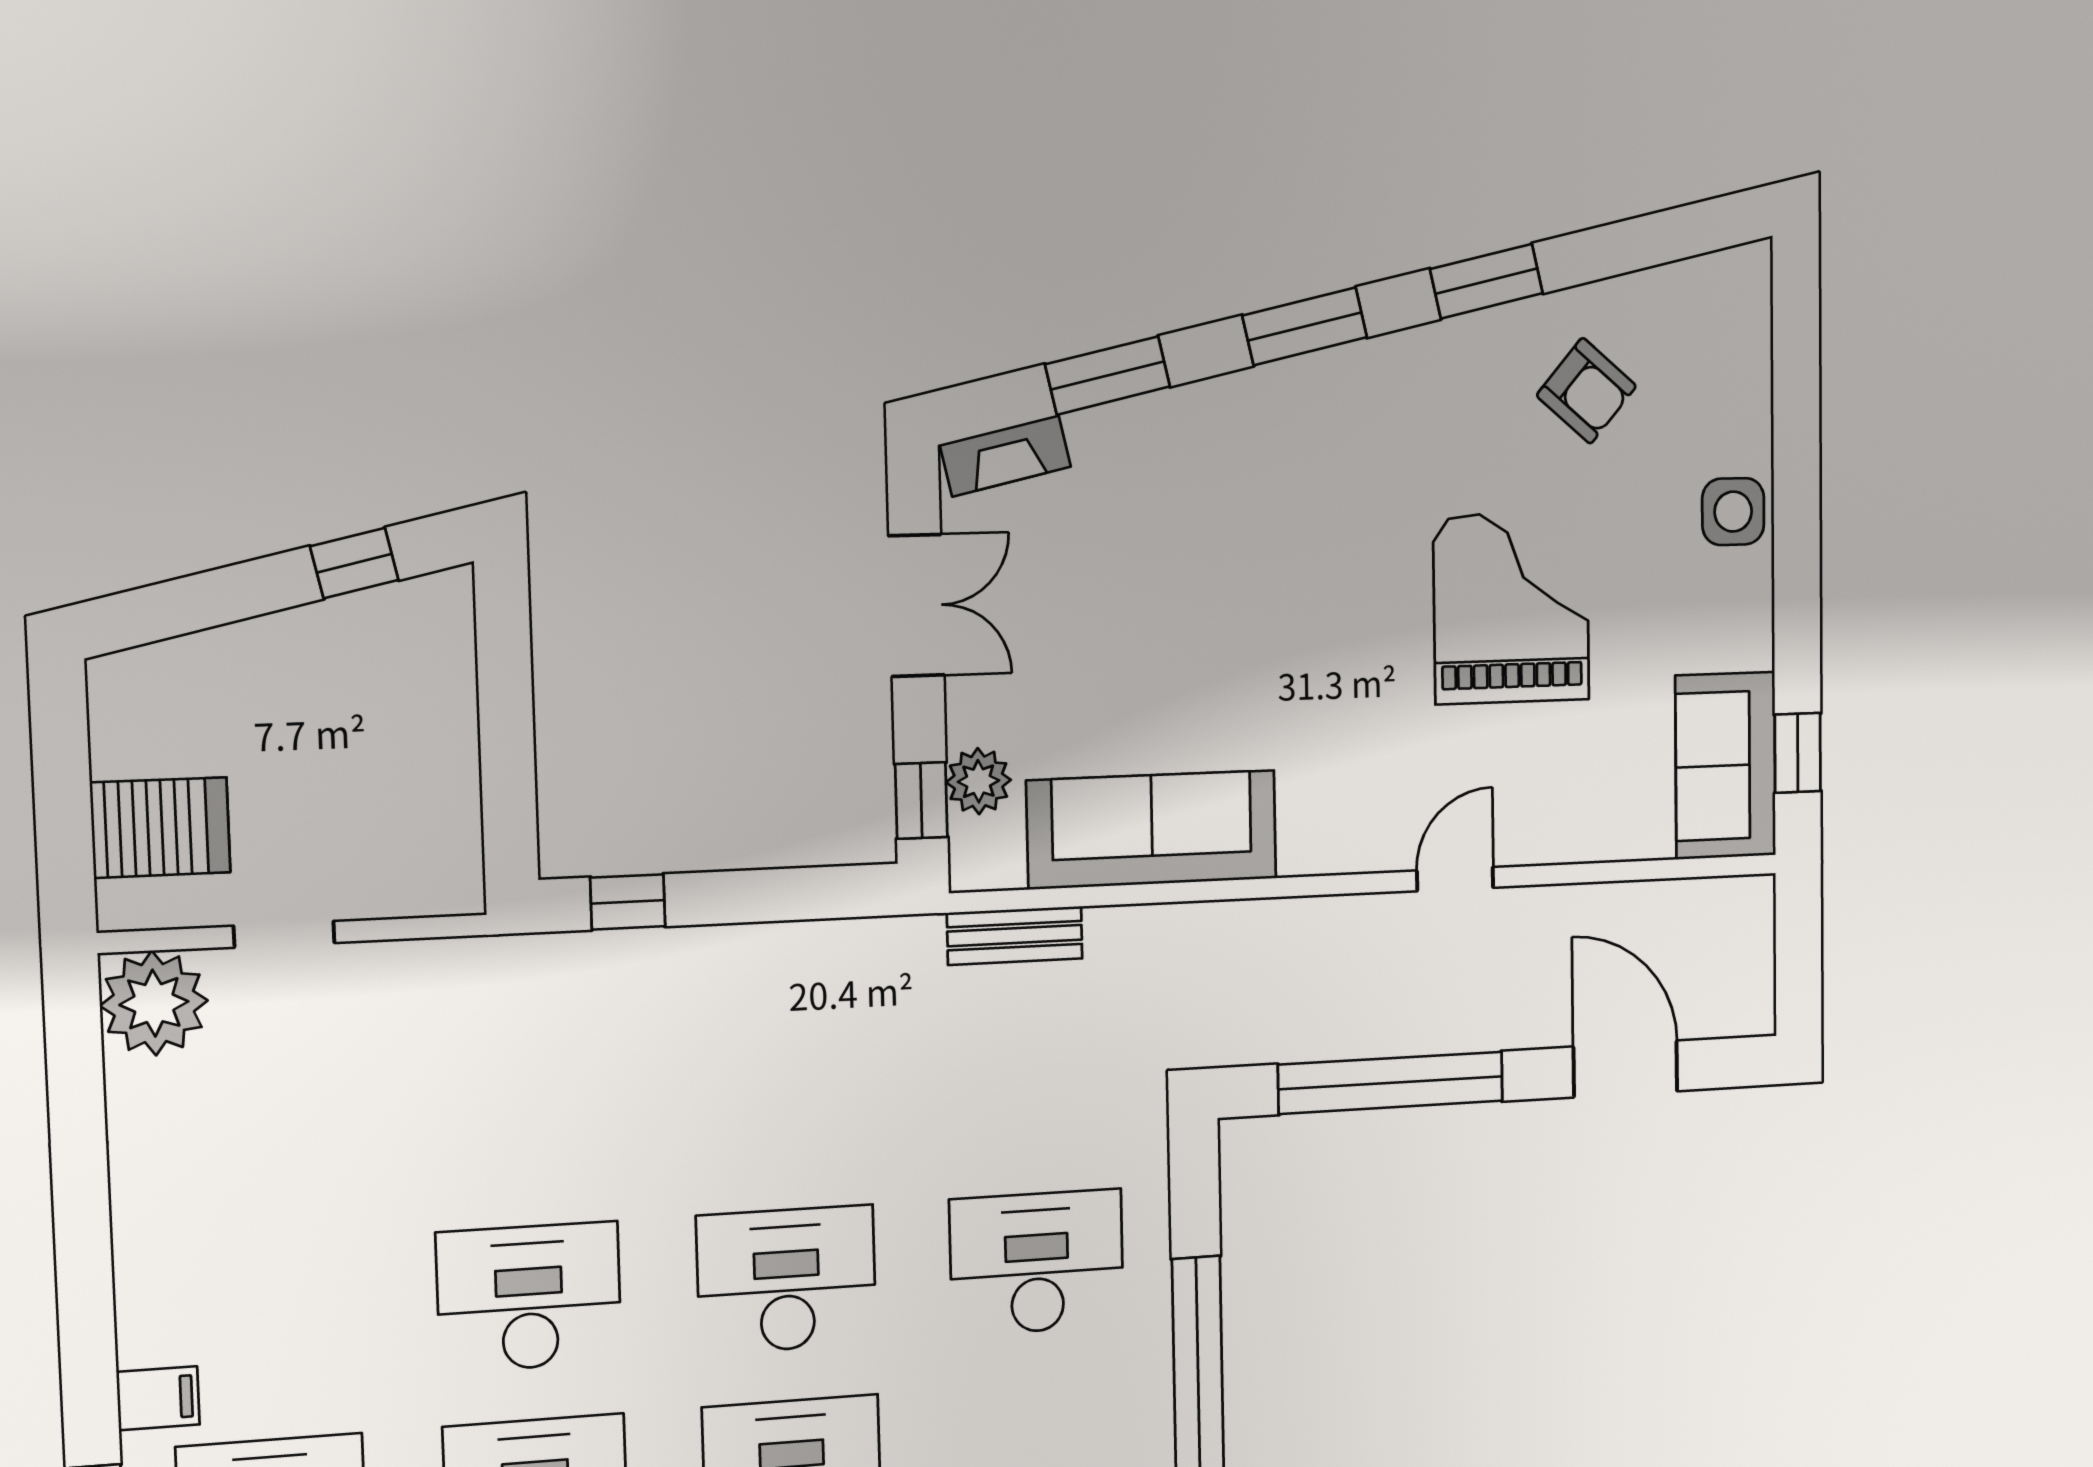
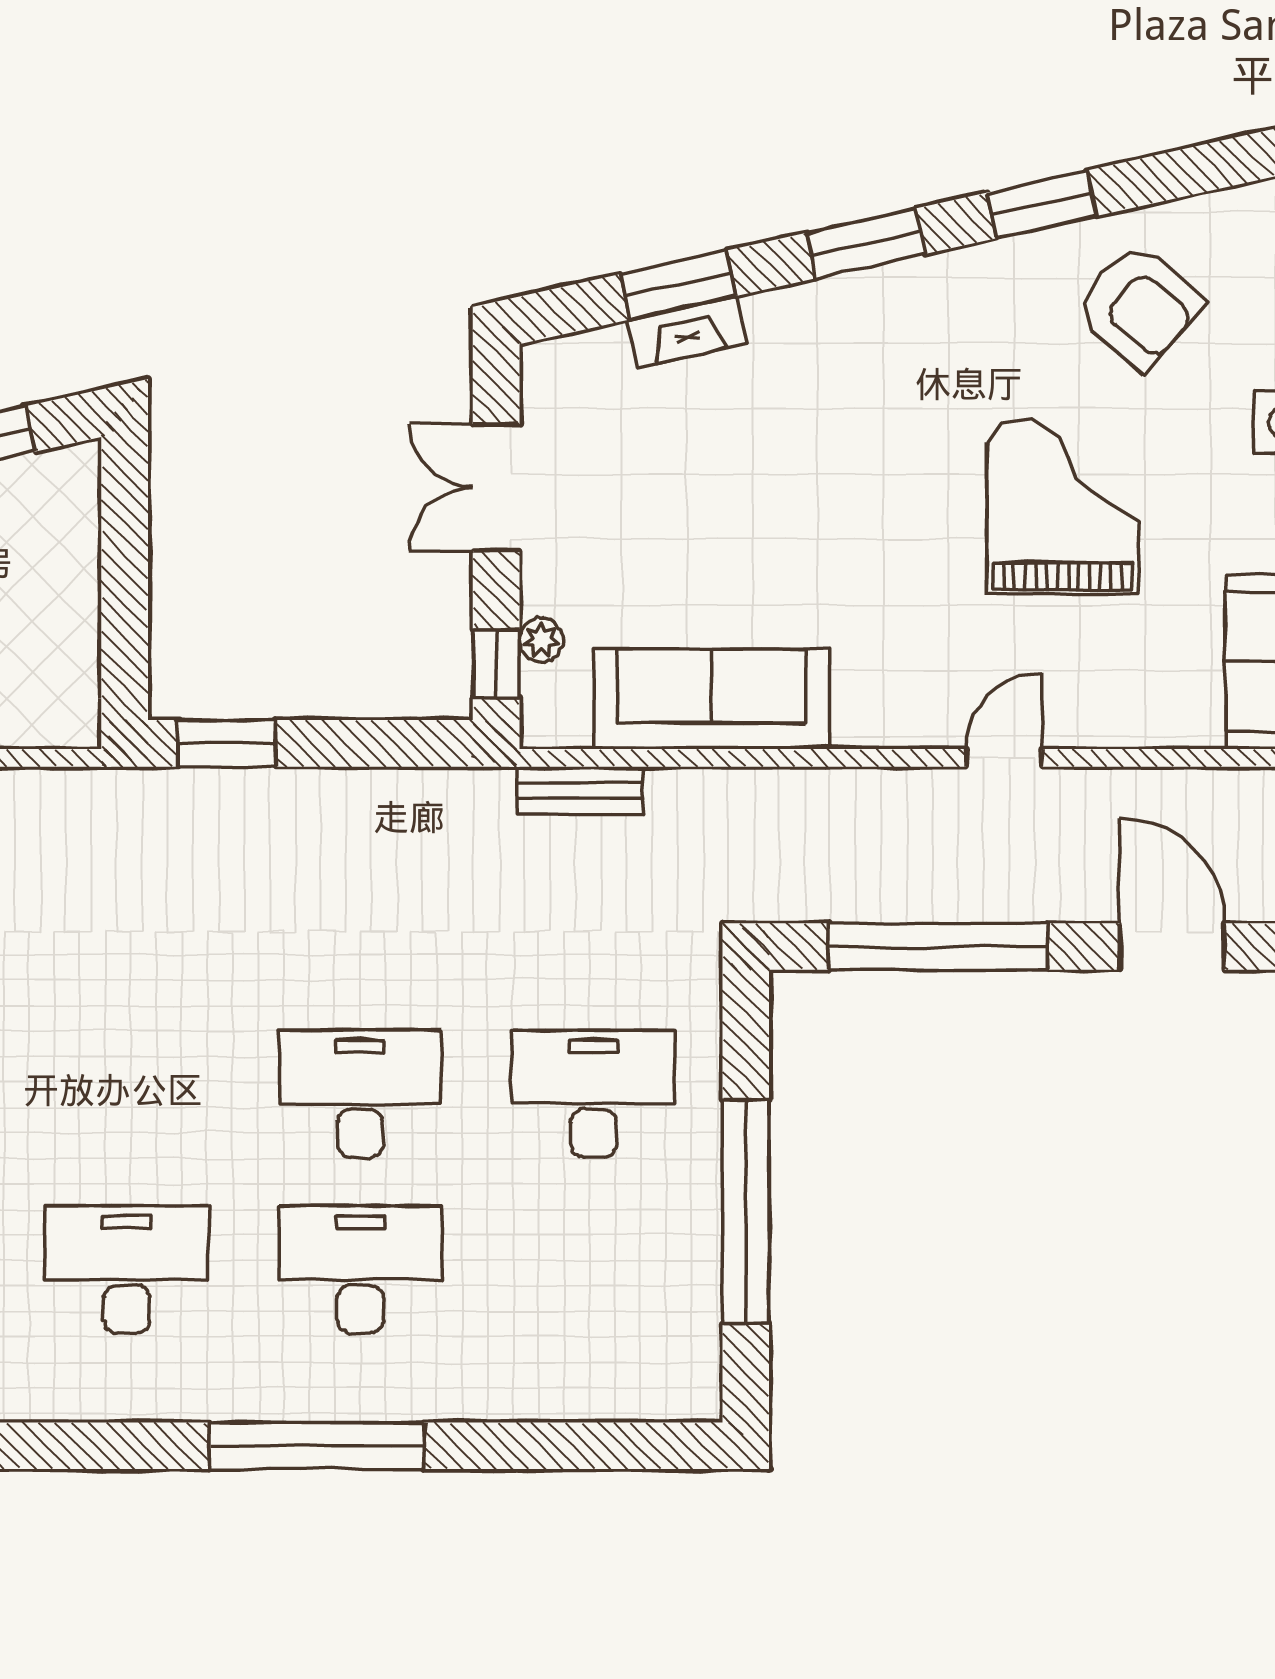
armchair: (1586, 391) -> (1139, 307), width x1.38, depth x1.38
fireplace: (1005, 455) -> (686, 332), moved
double door: (916, 605) -> (496, 488), swing flipped
plant: (978, 781) -> (541, 640), width x0.73, depth x0.73
window: (628, 902) -> (227, 743), width x1.50
desk: (529, 1297) -> (127, 1094), removed

